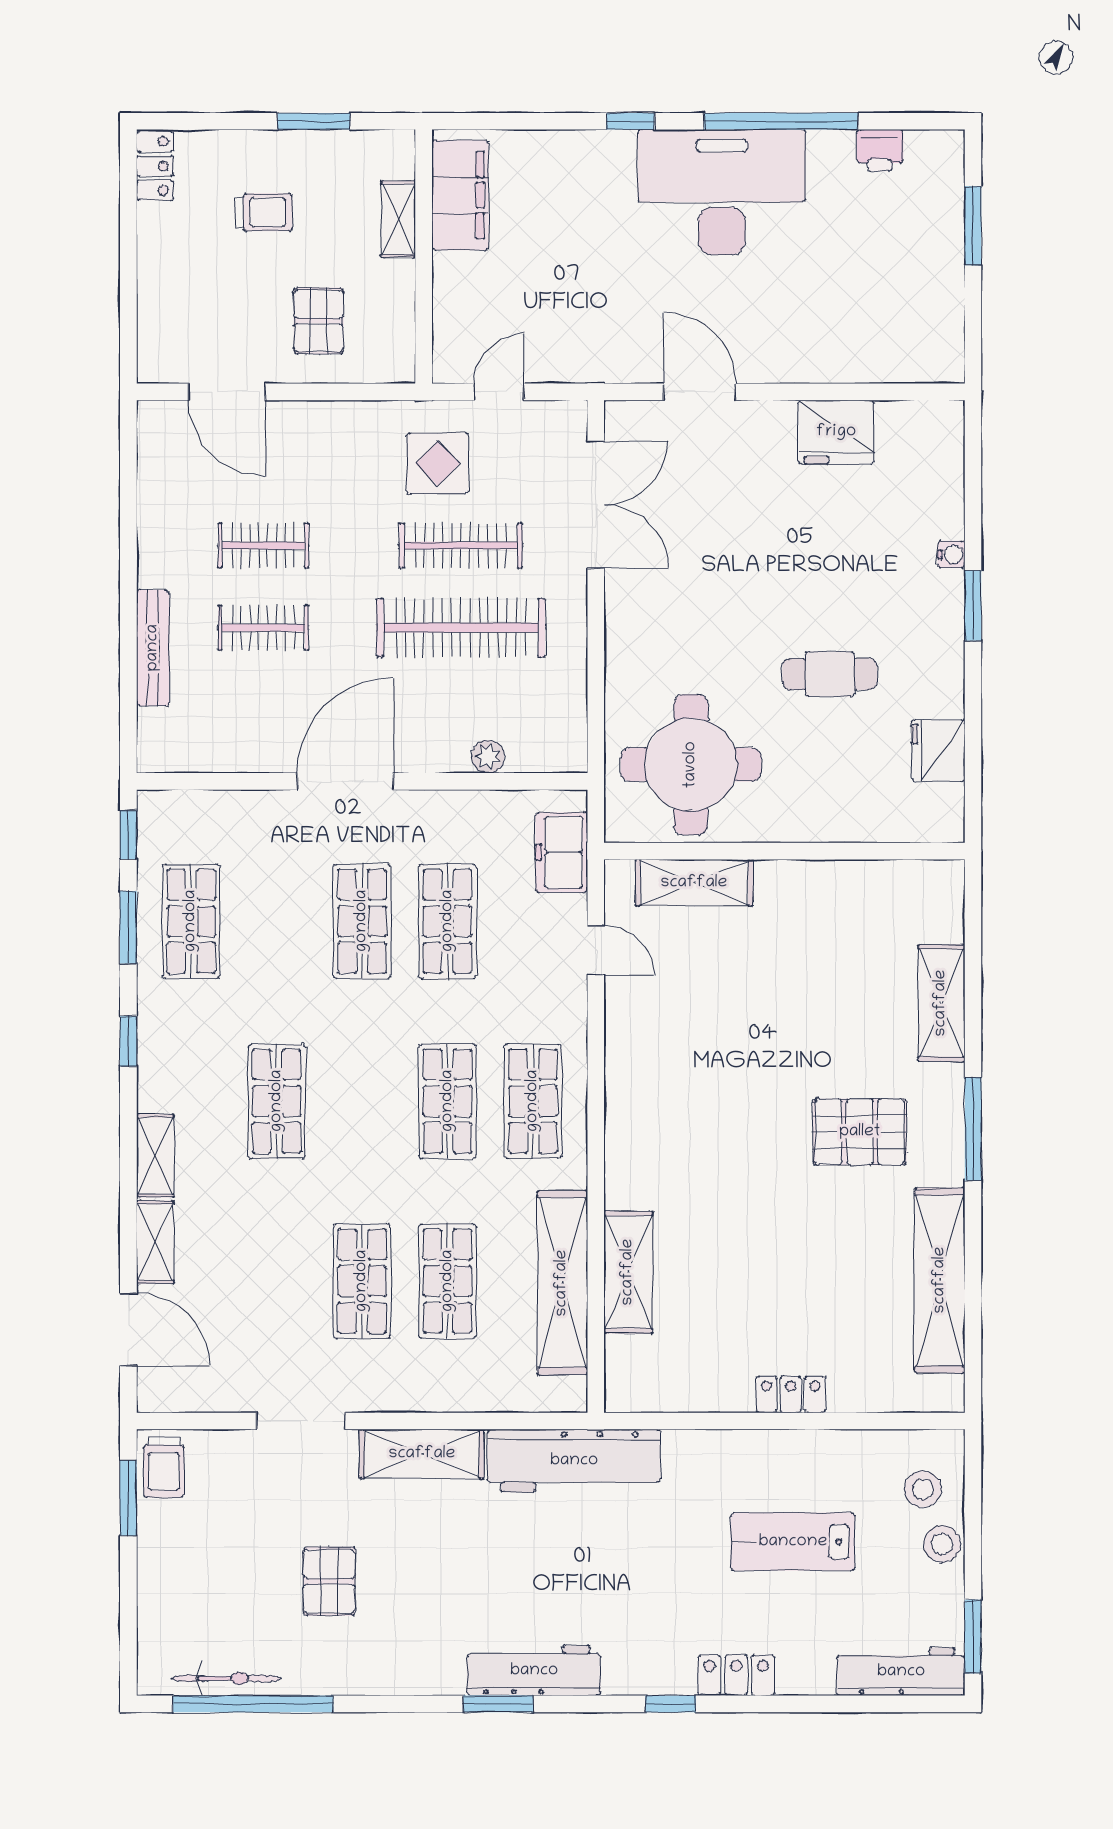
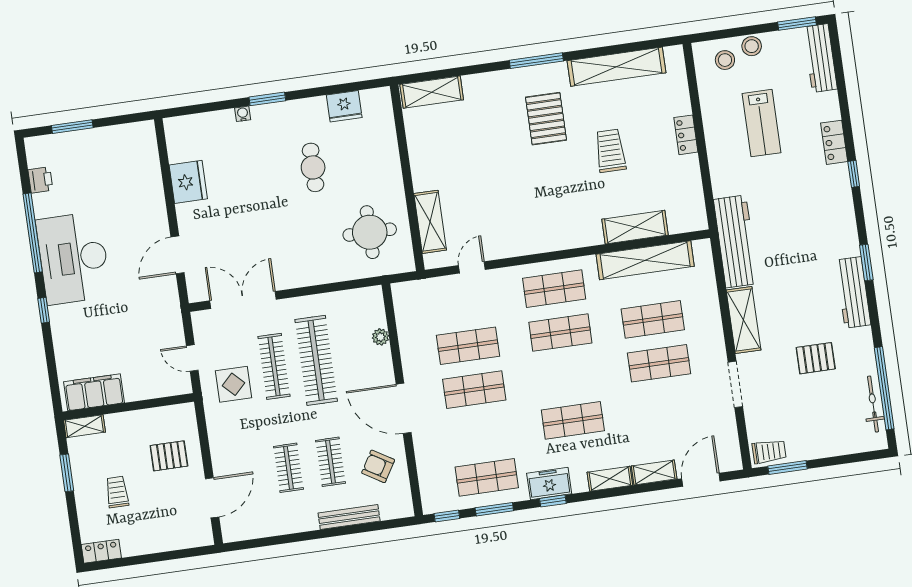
shelving: (398, 219) -> (84, 426), moved
armchair: (242, 717) -> (378, 466), added
round table: (691, 765) -> (370, 232), width x0.73, depth x0.73
freezer: (562, 852) -> (549, 483), moved, turned 180
shelving: (941, 1003) -> (432, 92), moved
trolley: (781, 1246) -> (610, 151), added
workbench: (534, 1671) -> (853, 292), moved

